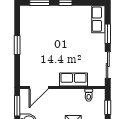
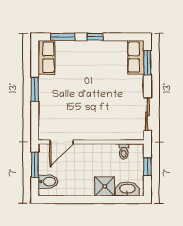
window: (108, 34) -> (147, 63), moved
row of seats: (74, 80) -> (46, 57), moved, turned 90

